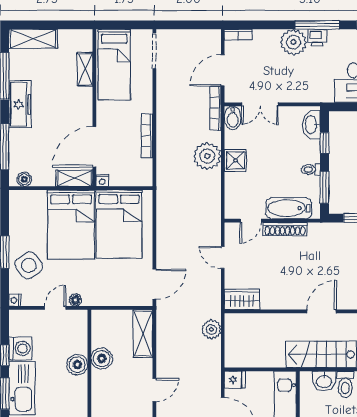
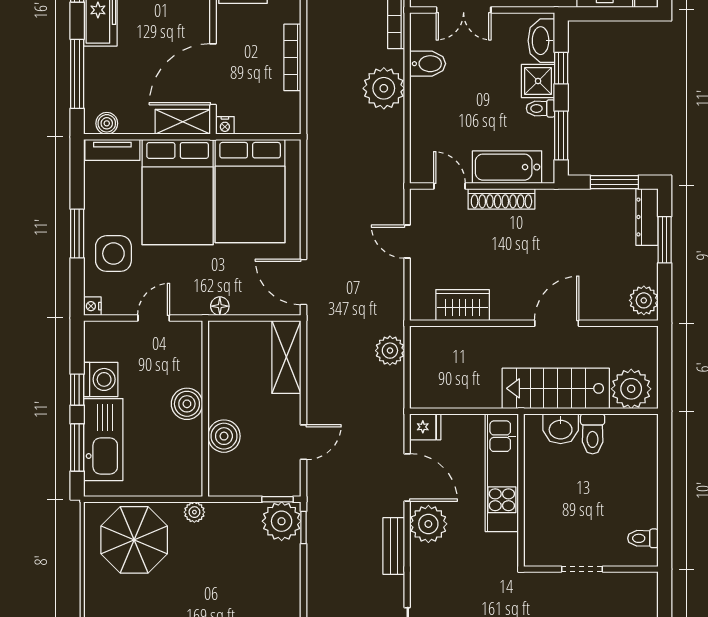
bidet: (233, 118) -> (428, 64), moved, turned -90
shower: (235, 160) -> (538, 81), moved
tv unit: (28, 197) -> (112, 150), added
door: (251, 221) -> (449, 186), swing flipped
side table: (29, 265) -> (113, 254), turned 36
door: (154, 284) -> (304, 282), swing flipped
wardrobe: (242, 299) -> (463, 305), moved
floor lamp: (75, 300) -> (220, 306), moved
boiler: (102, 359) -> (224, 436), moved

